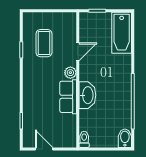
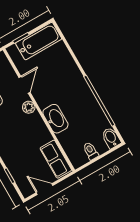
bathtub: (122, 33) -> (39, 41), moved, turned -90
row of seats: (68, 97) -> (56, 159), moved
toilet: (84, 139) -> (91, 151), moved

